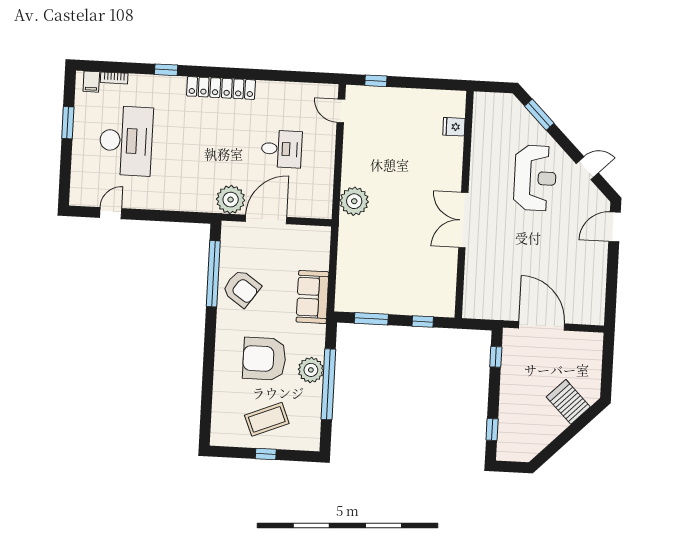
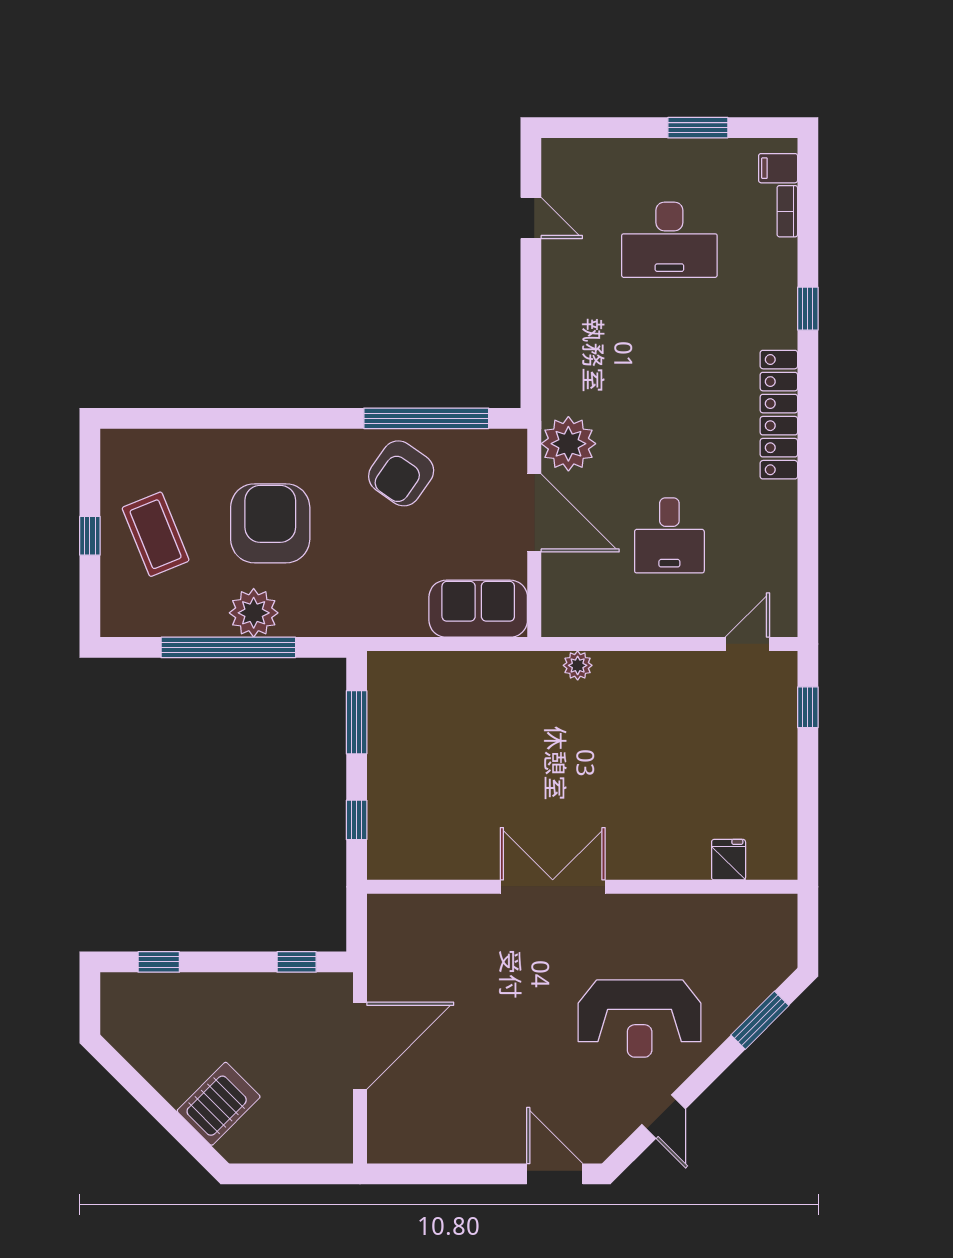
desk: (126, 141) -> (669, 240), width x0.73, depth x0.77
plant: (354, 201) -> (578, 665), width x0.53, depth x0.53
sofa: (313, 297) -> (478, 609), moved

